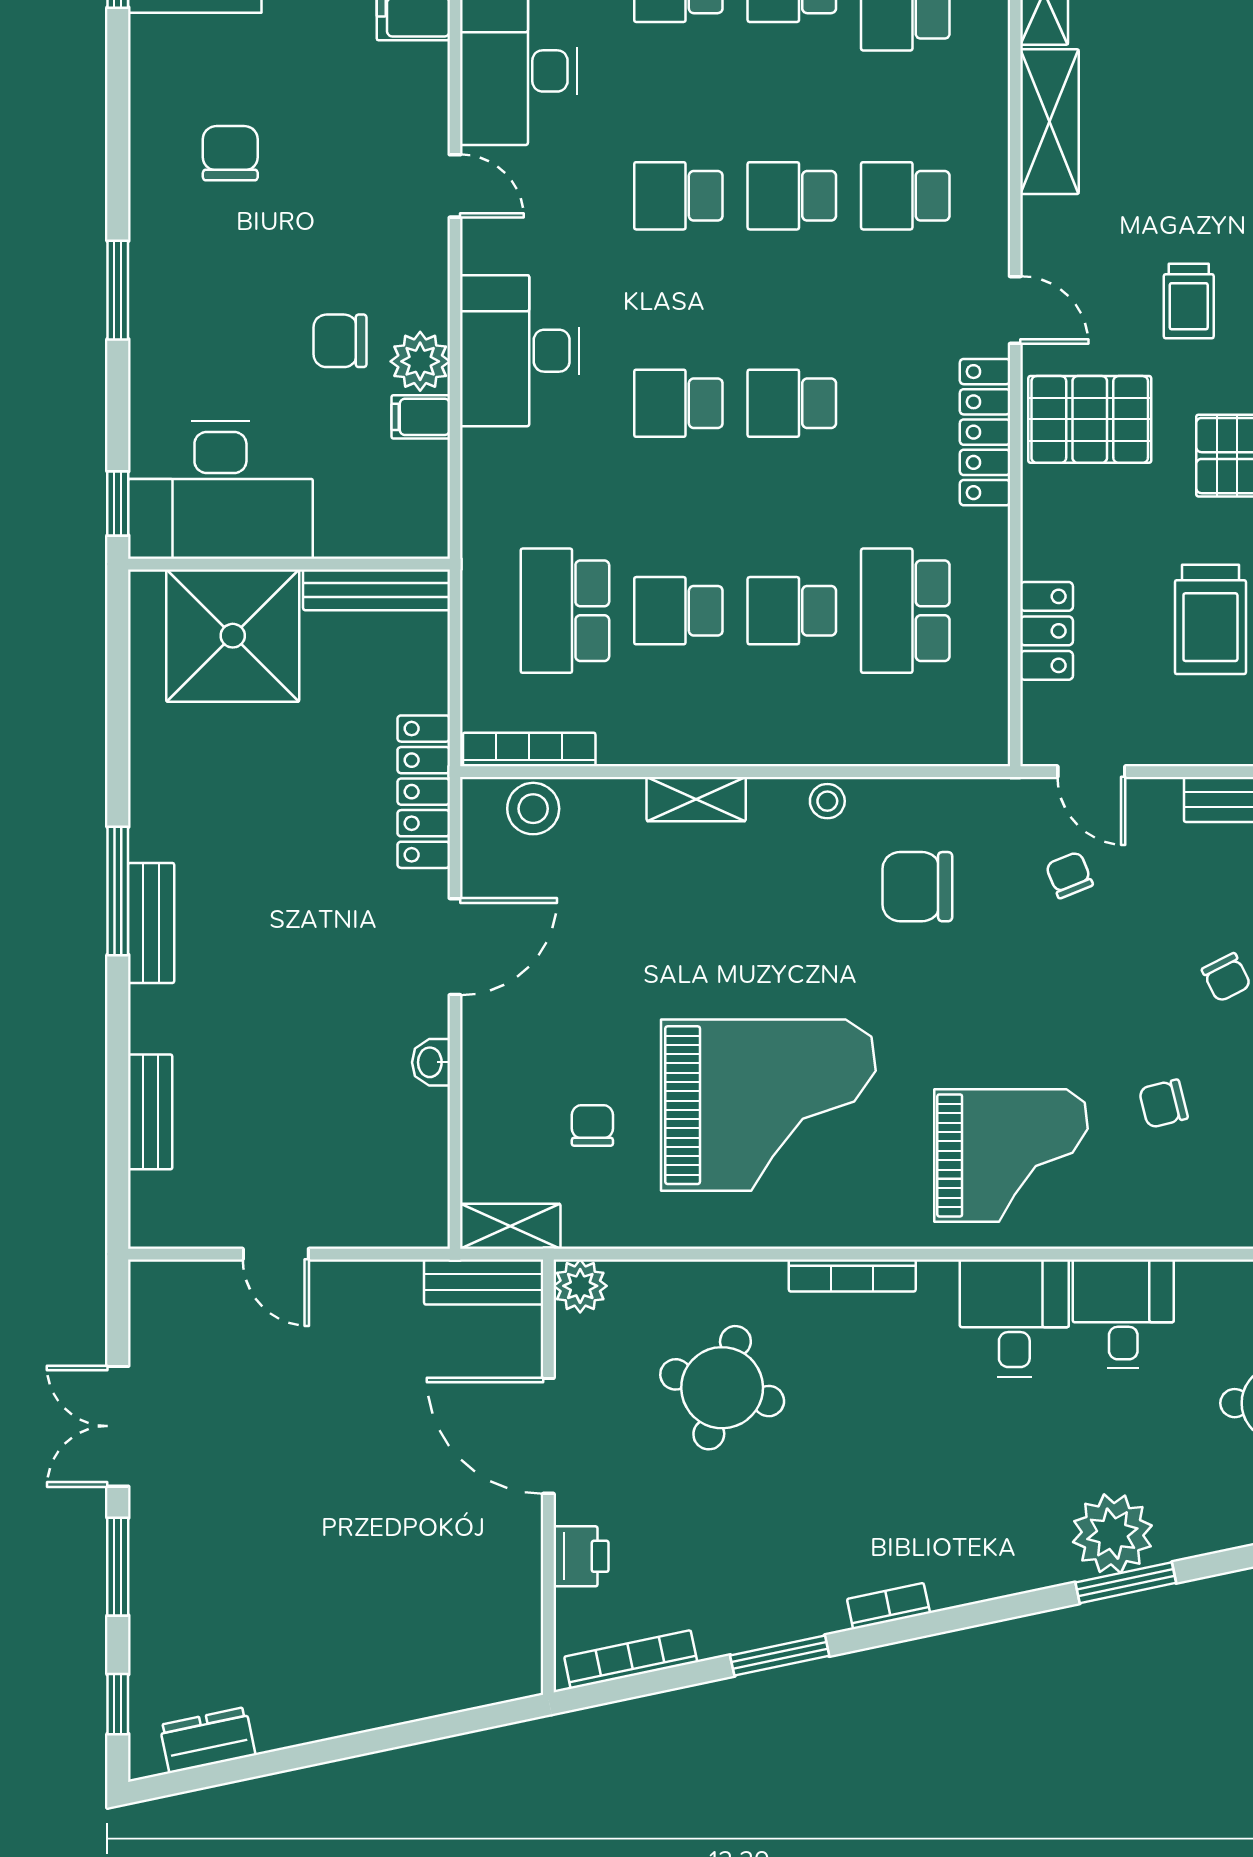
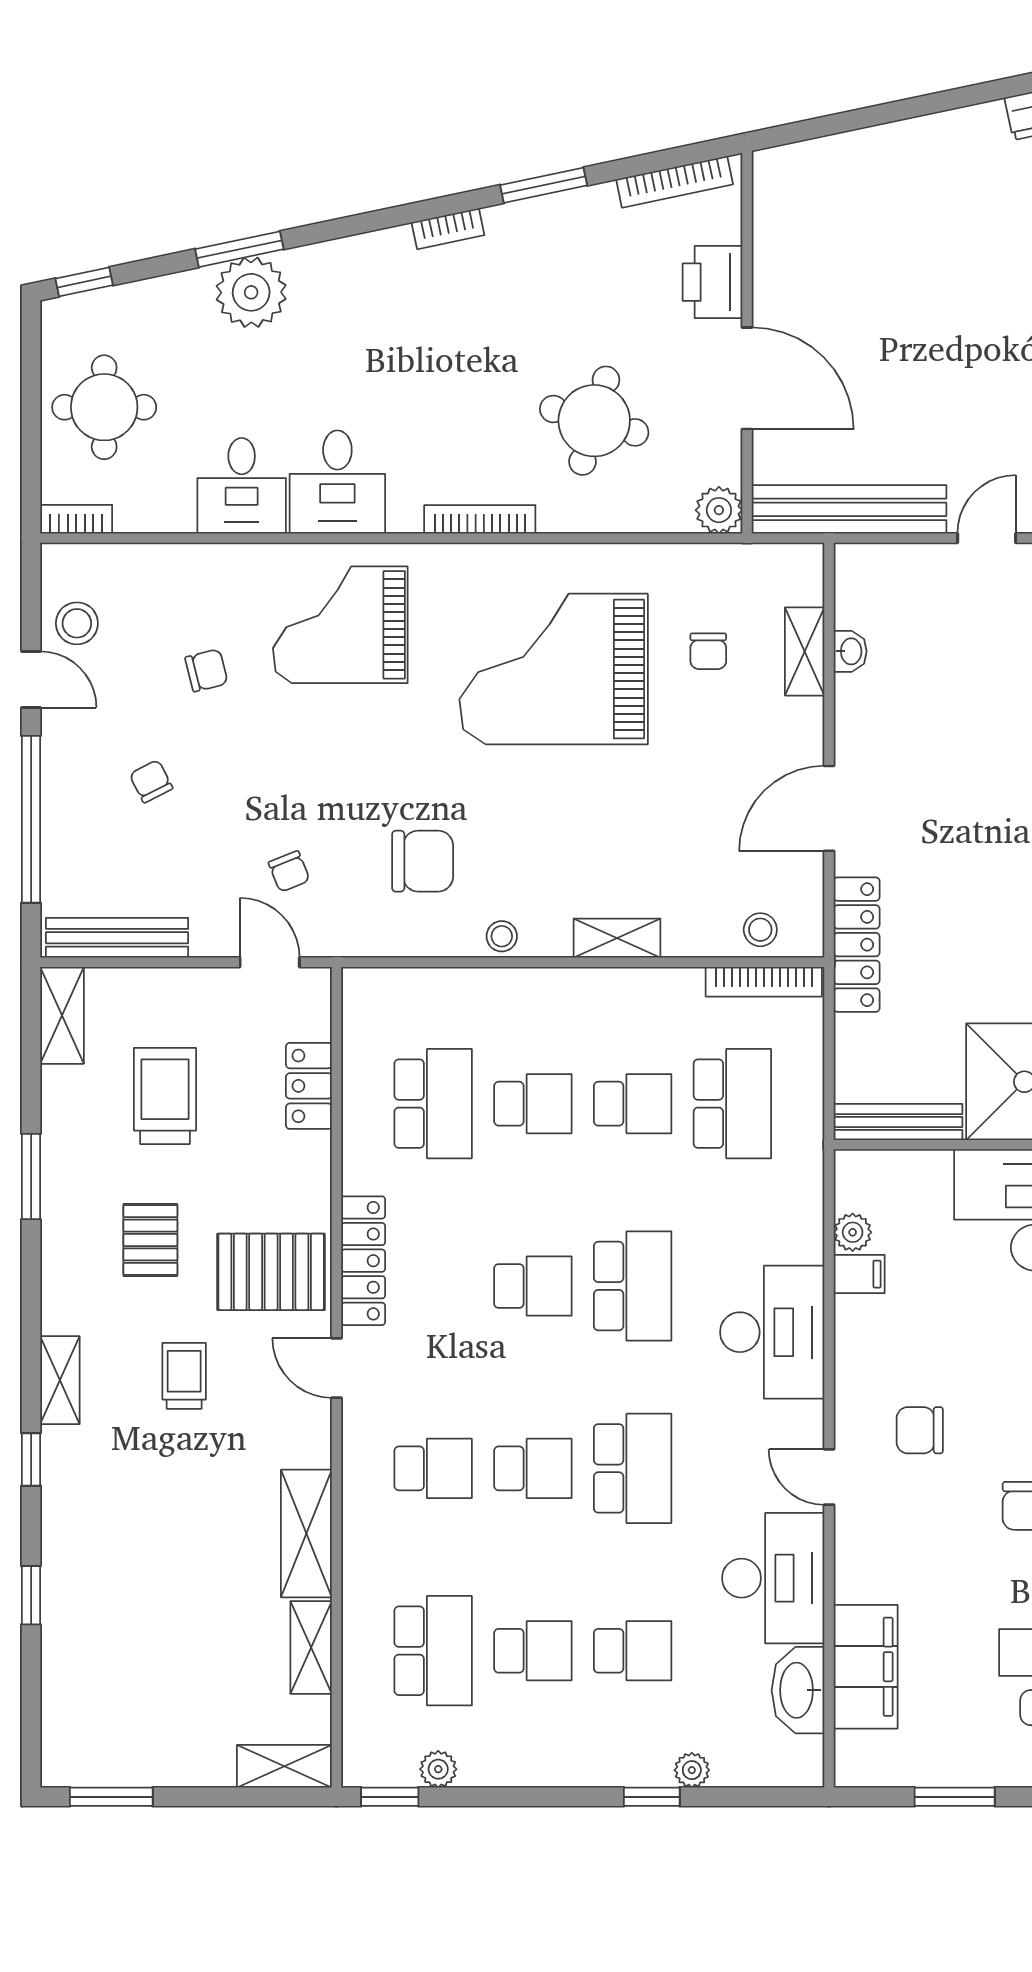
school desk: (678, 196) -> (633, 1468), width x1.85
chair: (340, 341) -> (920, 1430), moved, turned 180
plant: (420, 361) -> (853, 1232), moved, width x0.73, depth x0.73
school desk: (678, 403) -> (633, 1286), width x1.85
stool: (533, 809) -> (760, 930), width x0.73, depth x0.73
washbasin: (431, 1062) -> (850, 651), moved
shelving: (510, 1226) -> (805, 651), moved, turned 90
door: (276, 1254) -> (987, 538), hinge flipped
bench: (484, 1282) -> (849, 509), width x1.86, depth x1.21
printer: (581, 1556) -> (713, 282), width x1.36, depth x1.24

